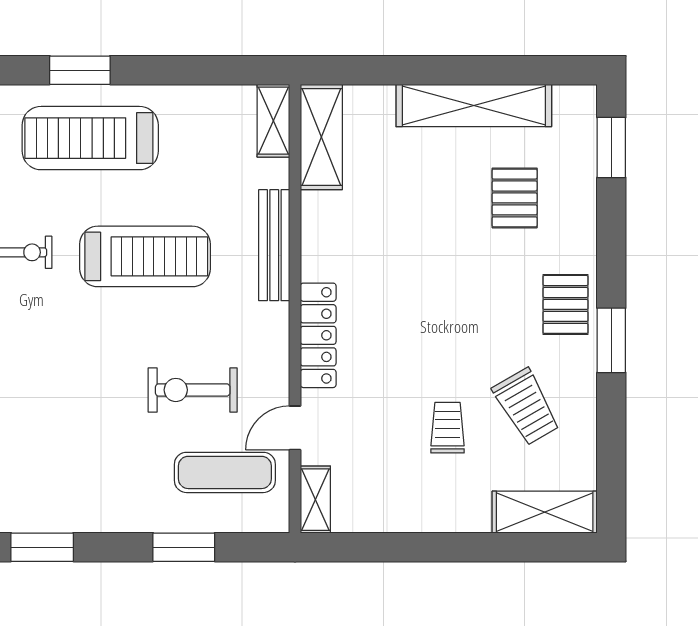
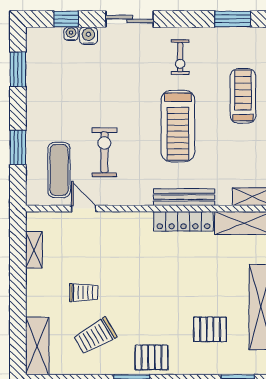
treadmill: (90, 138) -> (243, 96), width x0.73, depth x0.73
locker: (318, 335) -> (183, 221), moved
shelving: (315, 500) -> (34, 250), moved, turned 90

